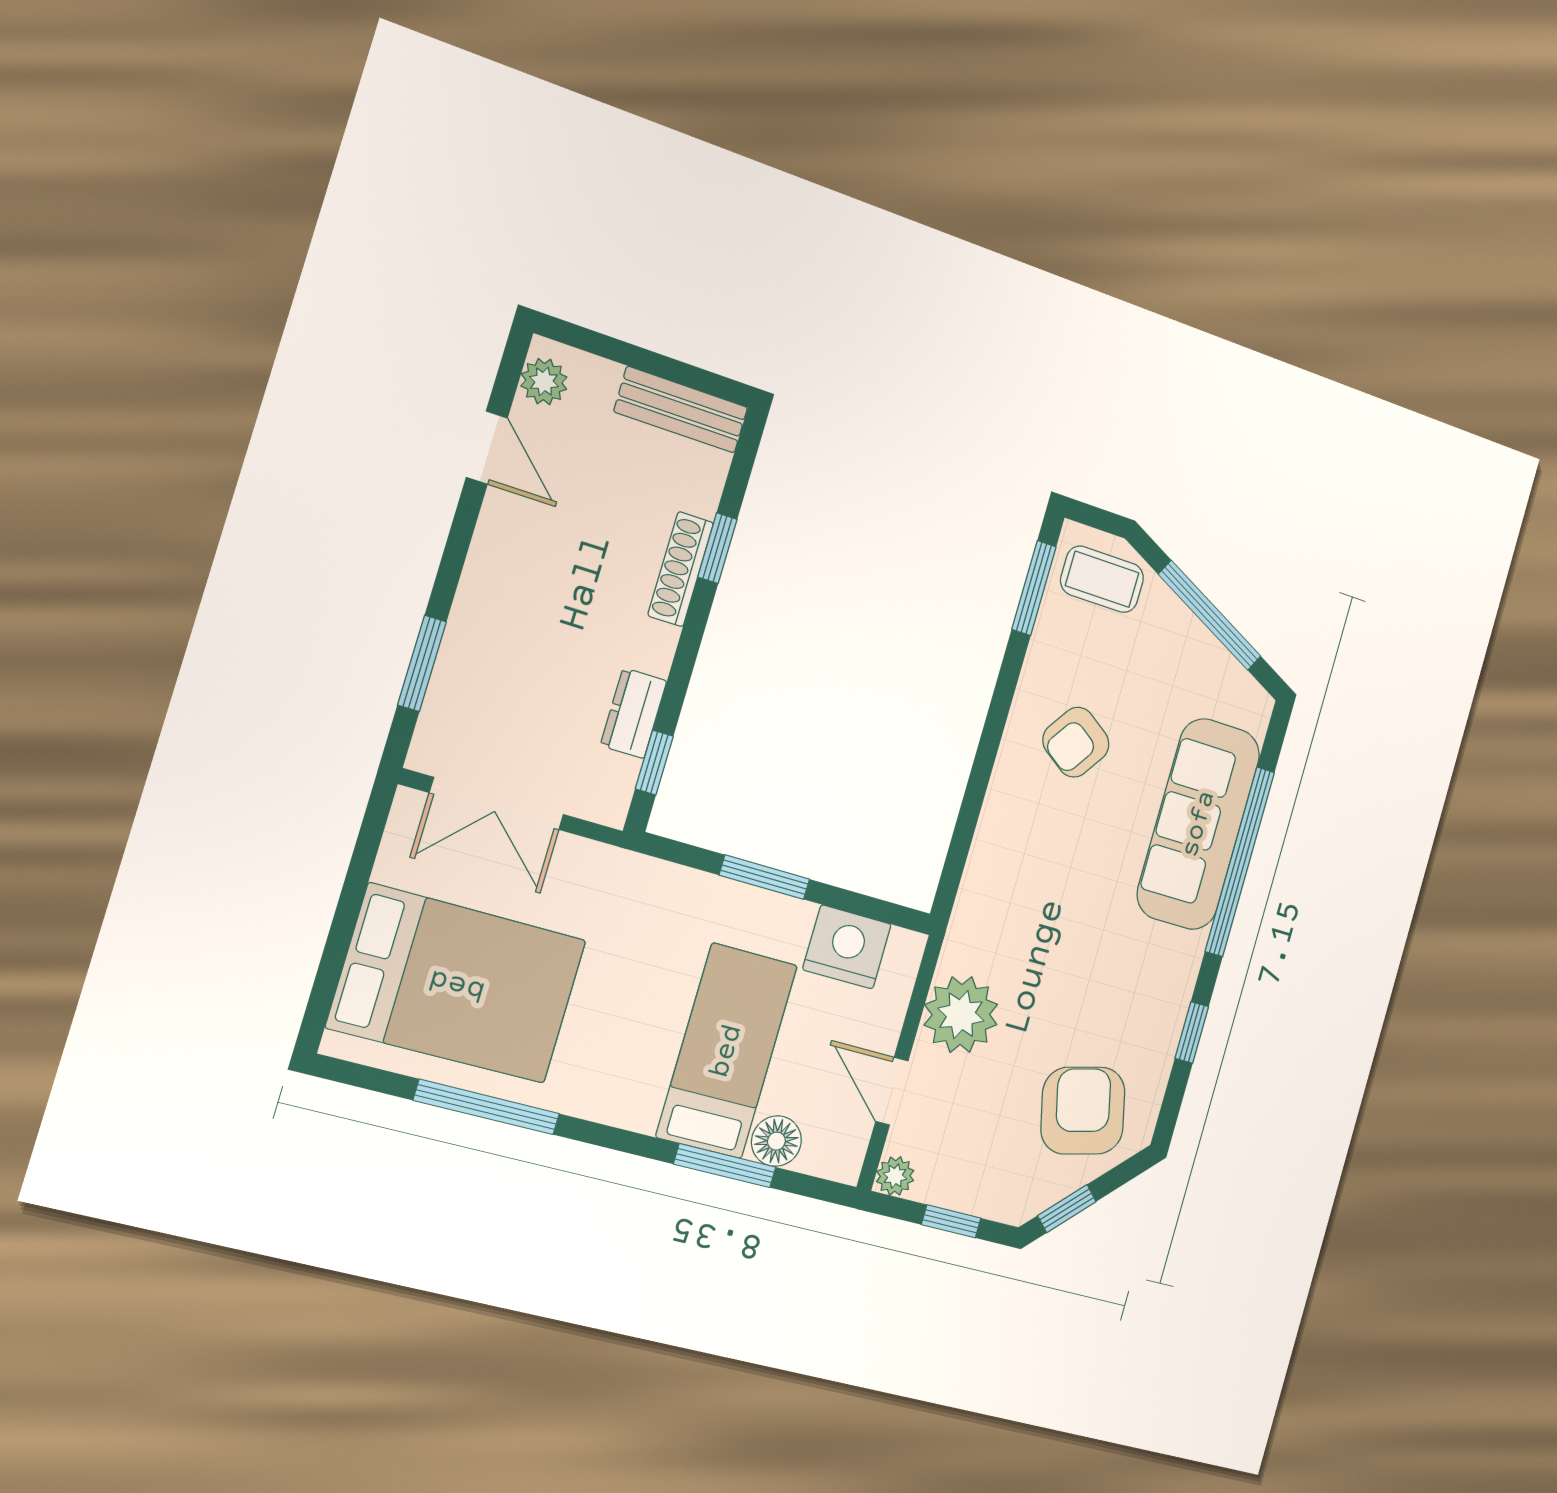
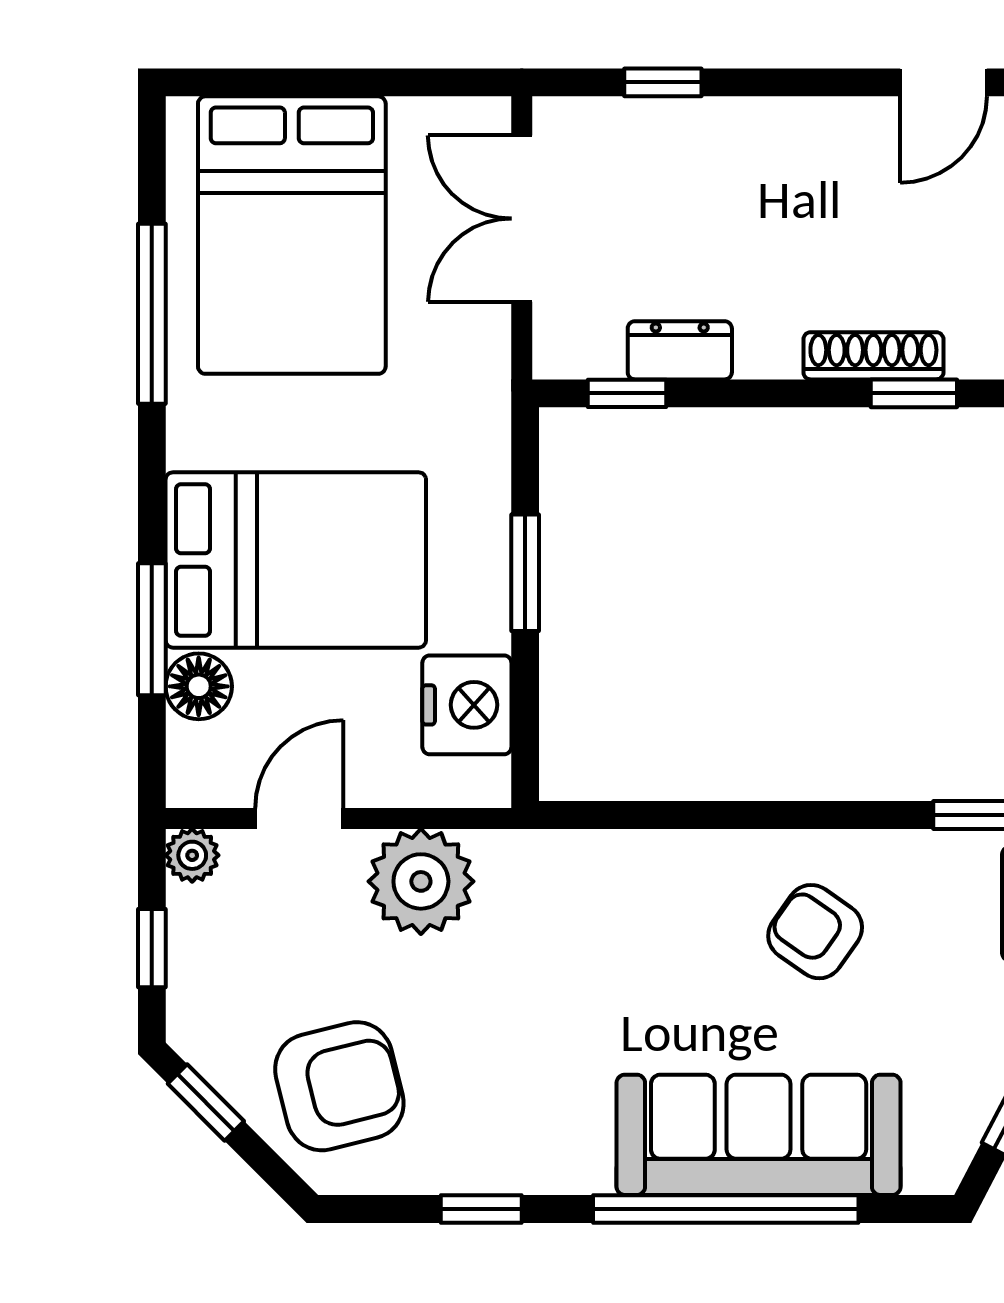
window: (422, 663) -> (663, 82), width x0.67
bed: (727, 1051) -> (296, 560), width x1.50

